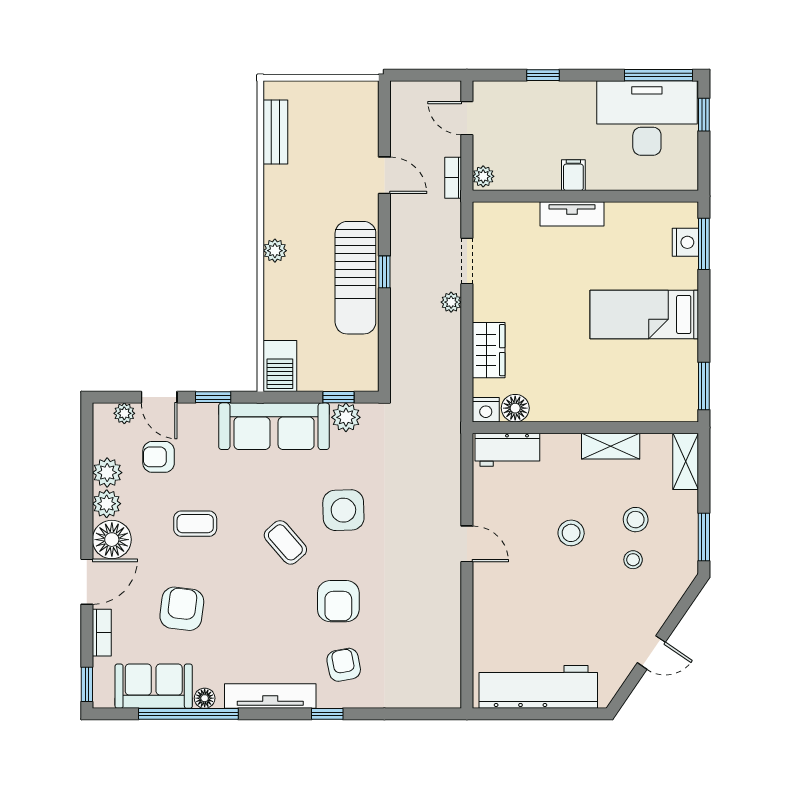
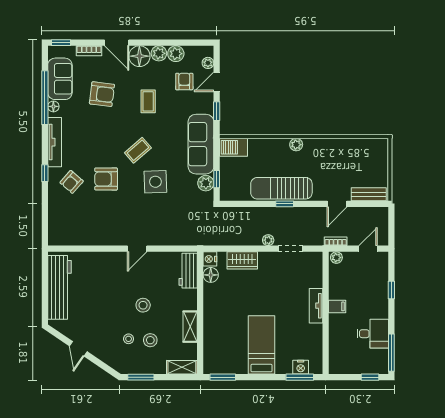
desk: (647, 118) -> (373, 334), width x0.53, depth x0.77
bench: (275, 132) -> (369, 194), moved
armchair: (344, 665) -> (72, 182), turned 142

